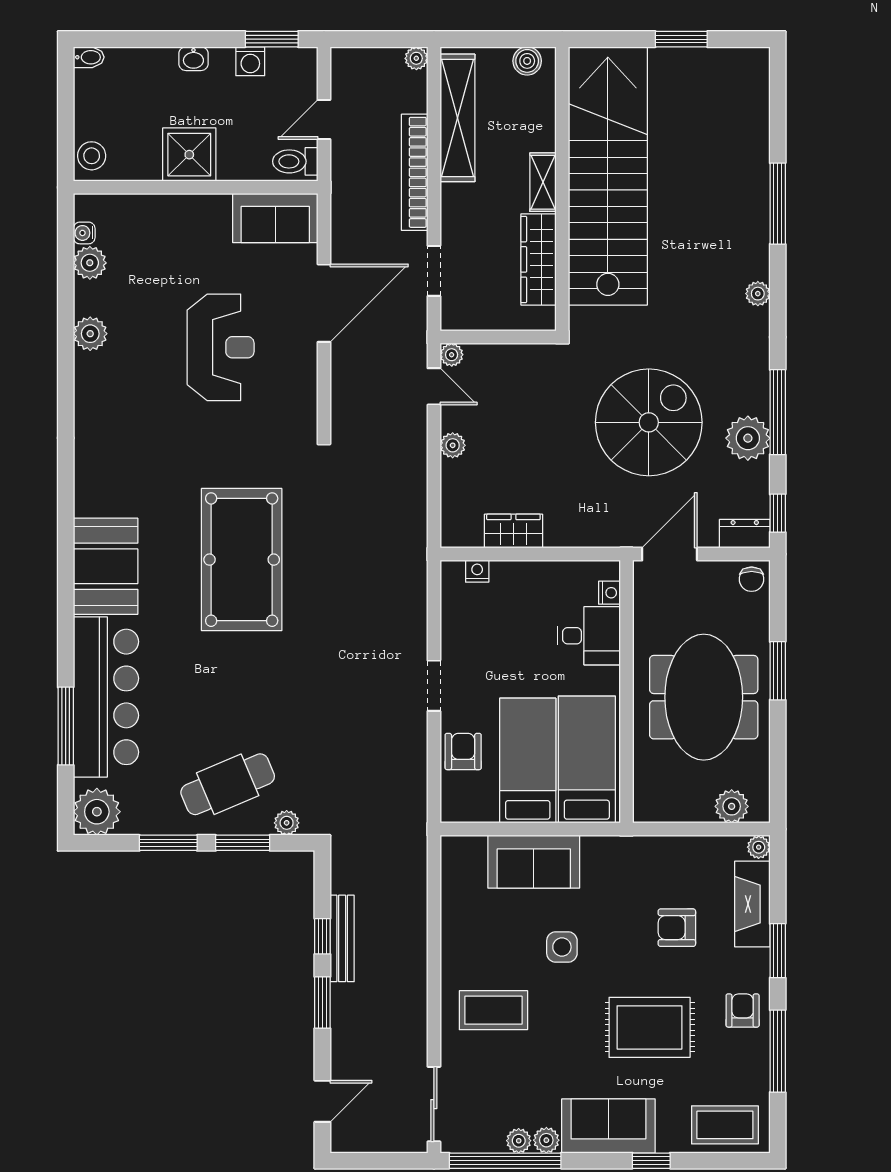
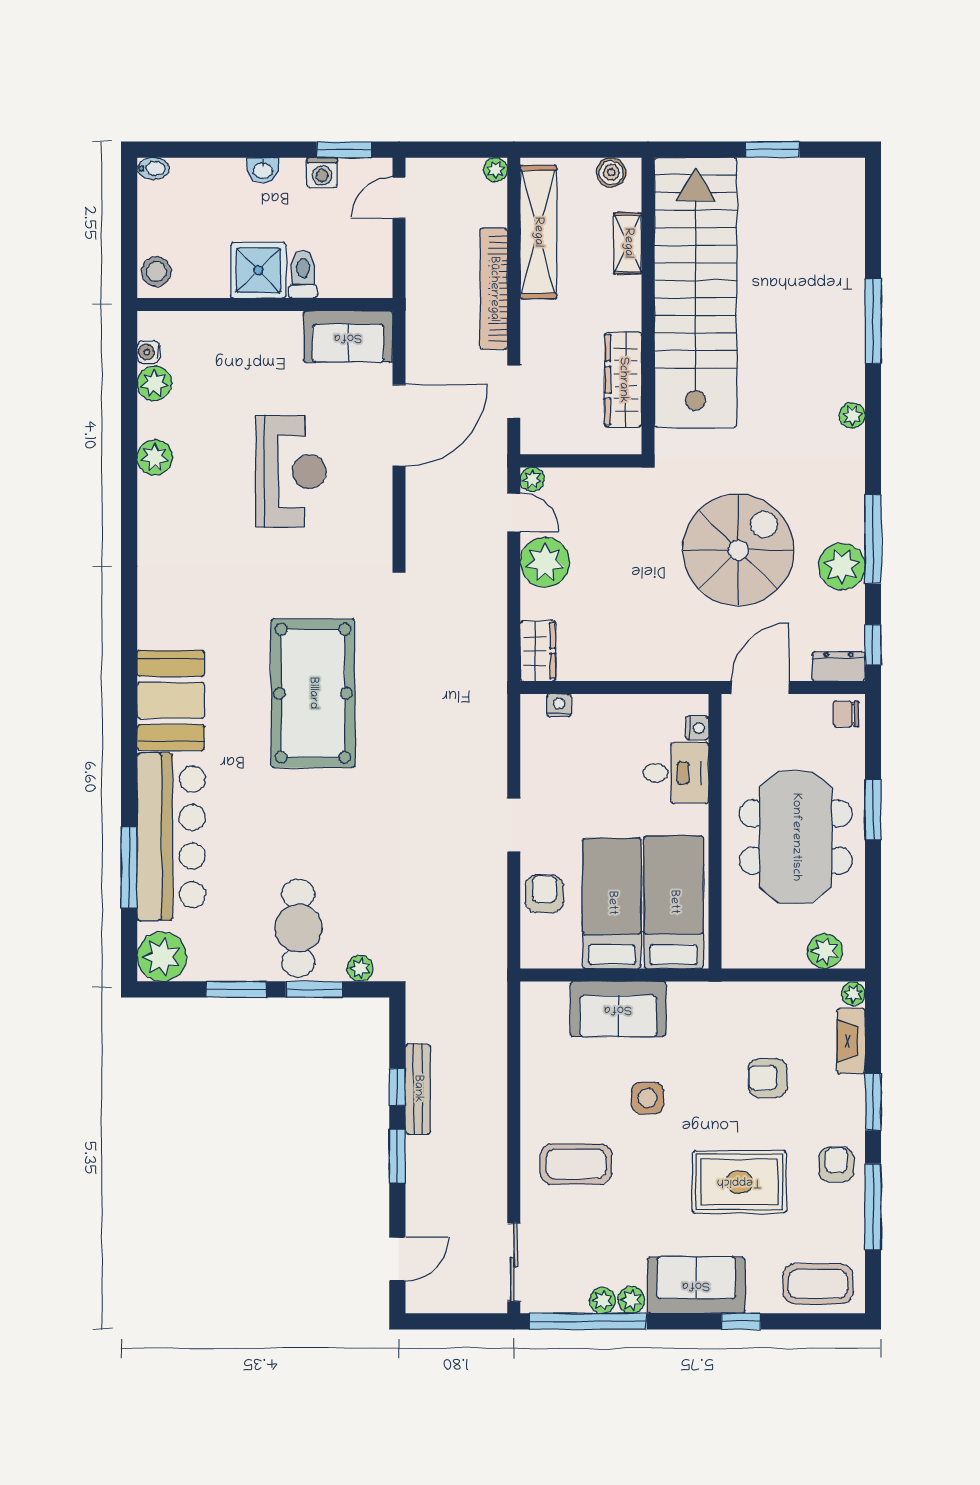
door: (324, 120) -> (399, 198), moved
toilet: (295, 161) -> (303, 274), moved, turned 90
shelving: (543, 182) -> (628, 243), moved
plant: (453, 445) -> (545, 562), width x1.88, depth x1.88
wardrobe: (513, 531) -> (538, 651), moved, turned 90
chair: (752, 579) -> (846, 714), turned 90
cafe table: (228, 784) -> (298, 928), turned -67
fireplace: (752, 904) -> (851, 1041), width x0.73, depth x0.76

